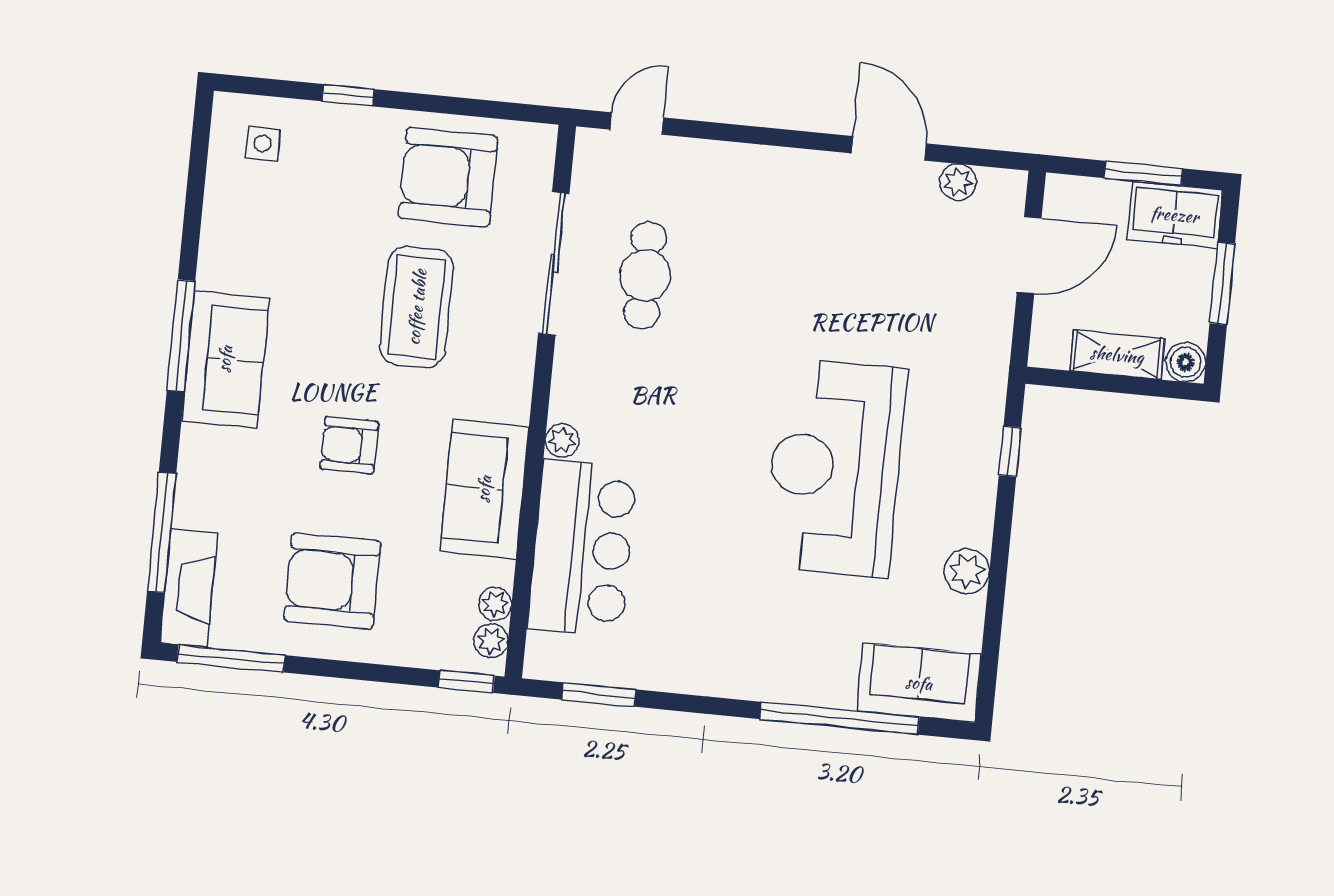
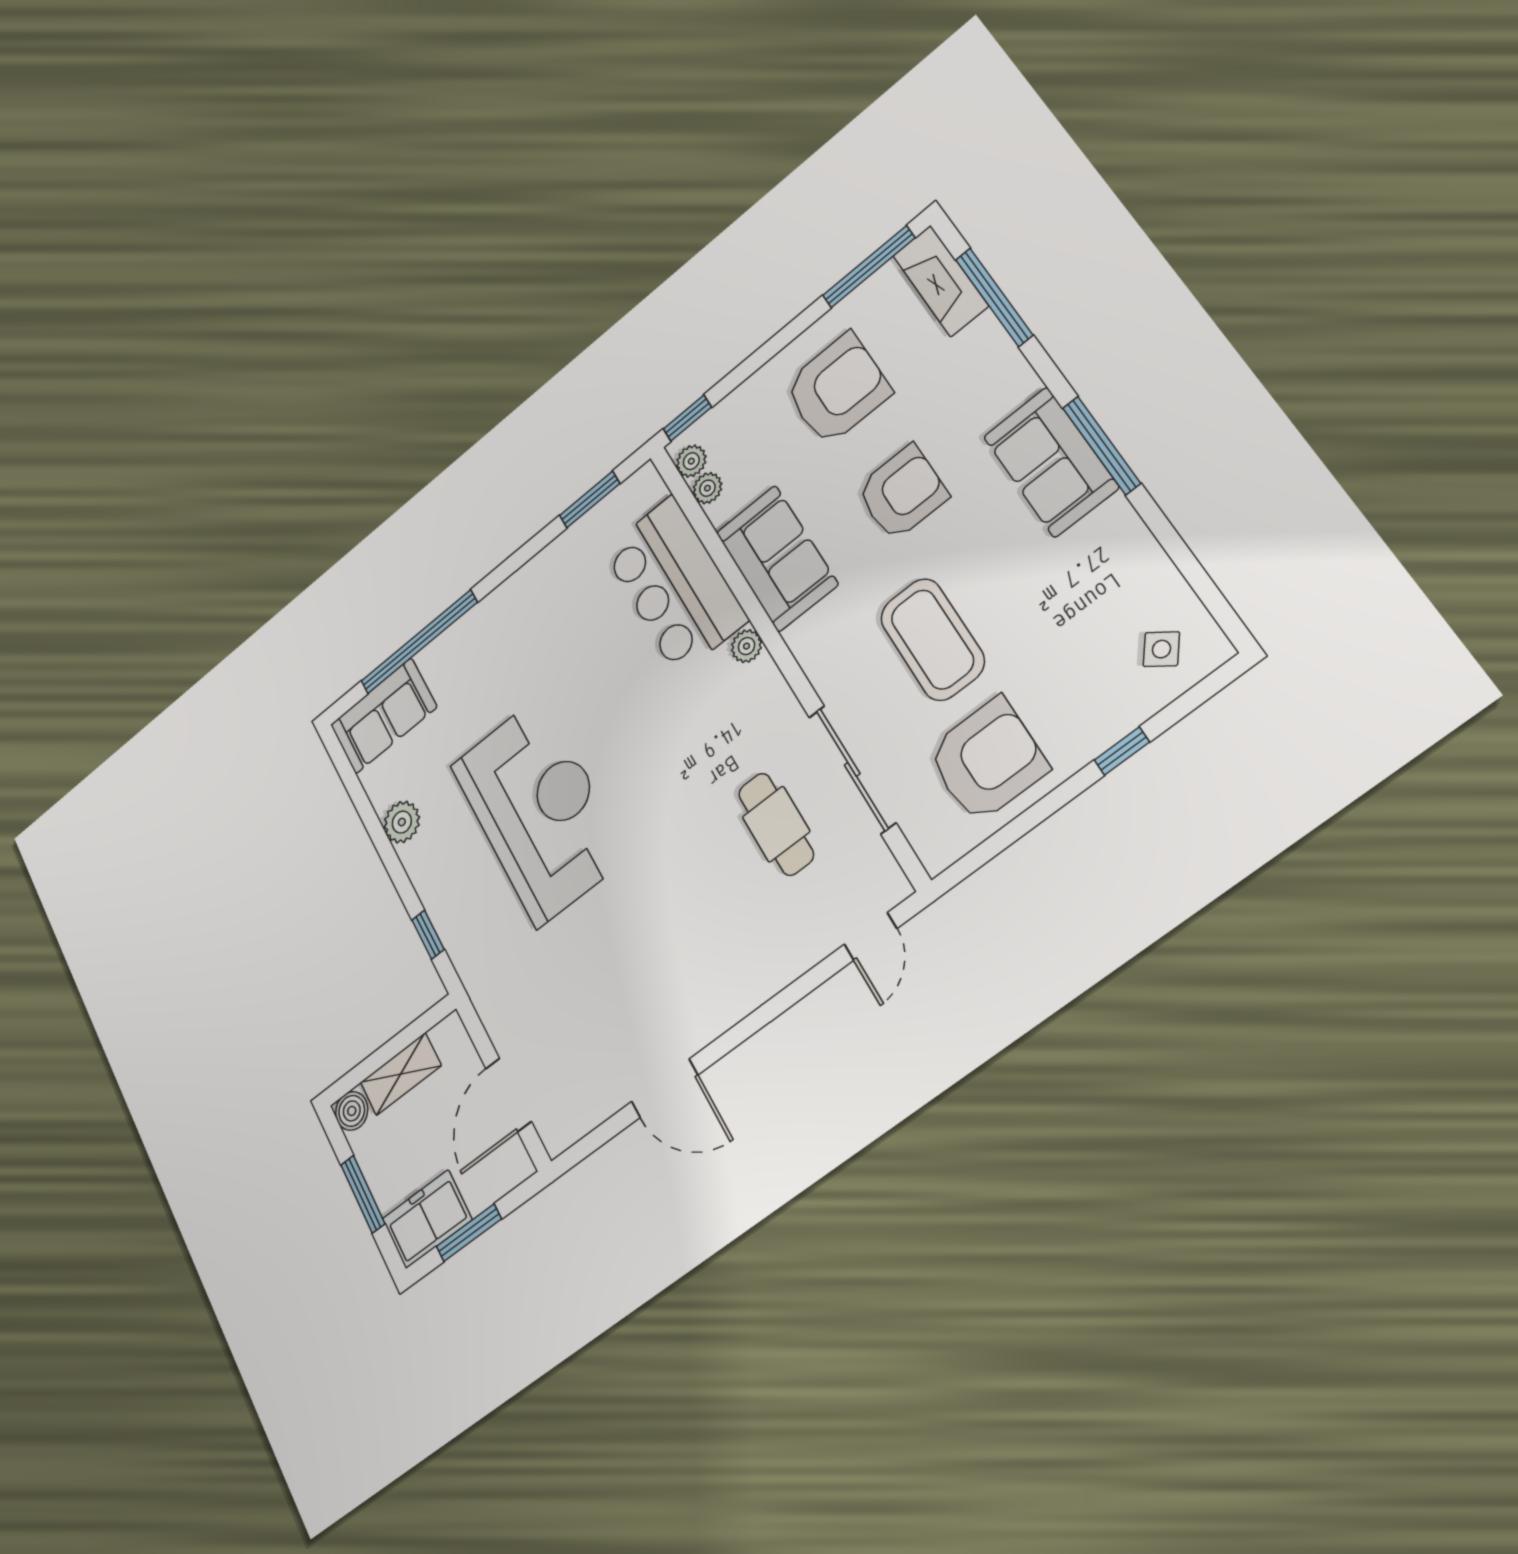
side table: (263, 143) -> (1161, 649), turned 37
plant: (958, 182) -> (596, 1107), removed
armchair: (349, 445) -> (902, 493), width x1.38, depth x1.38

